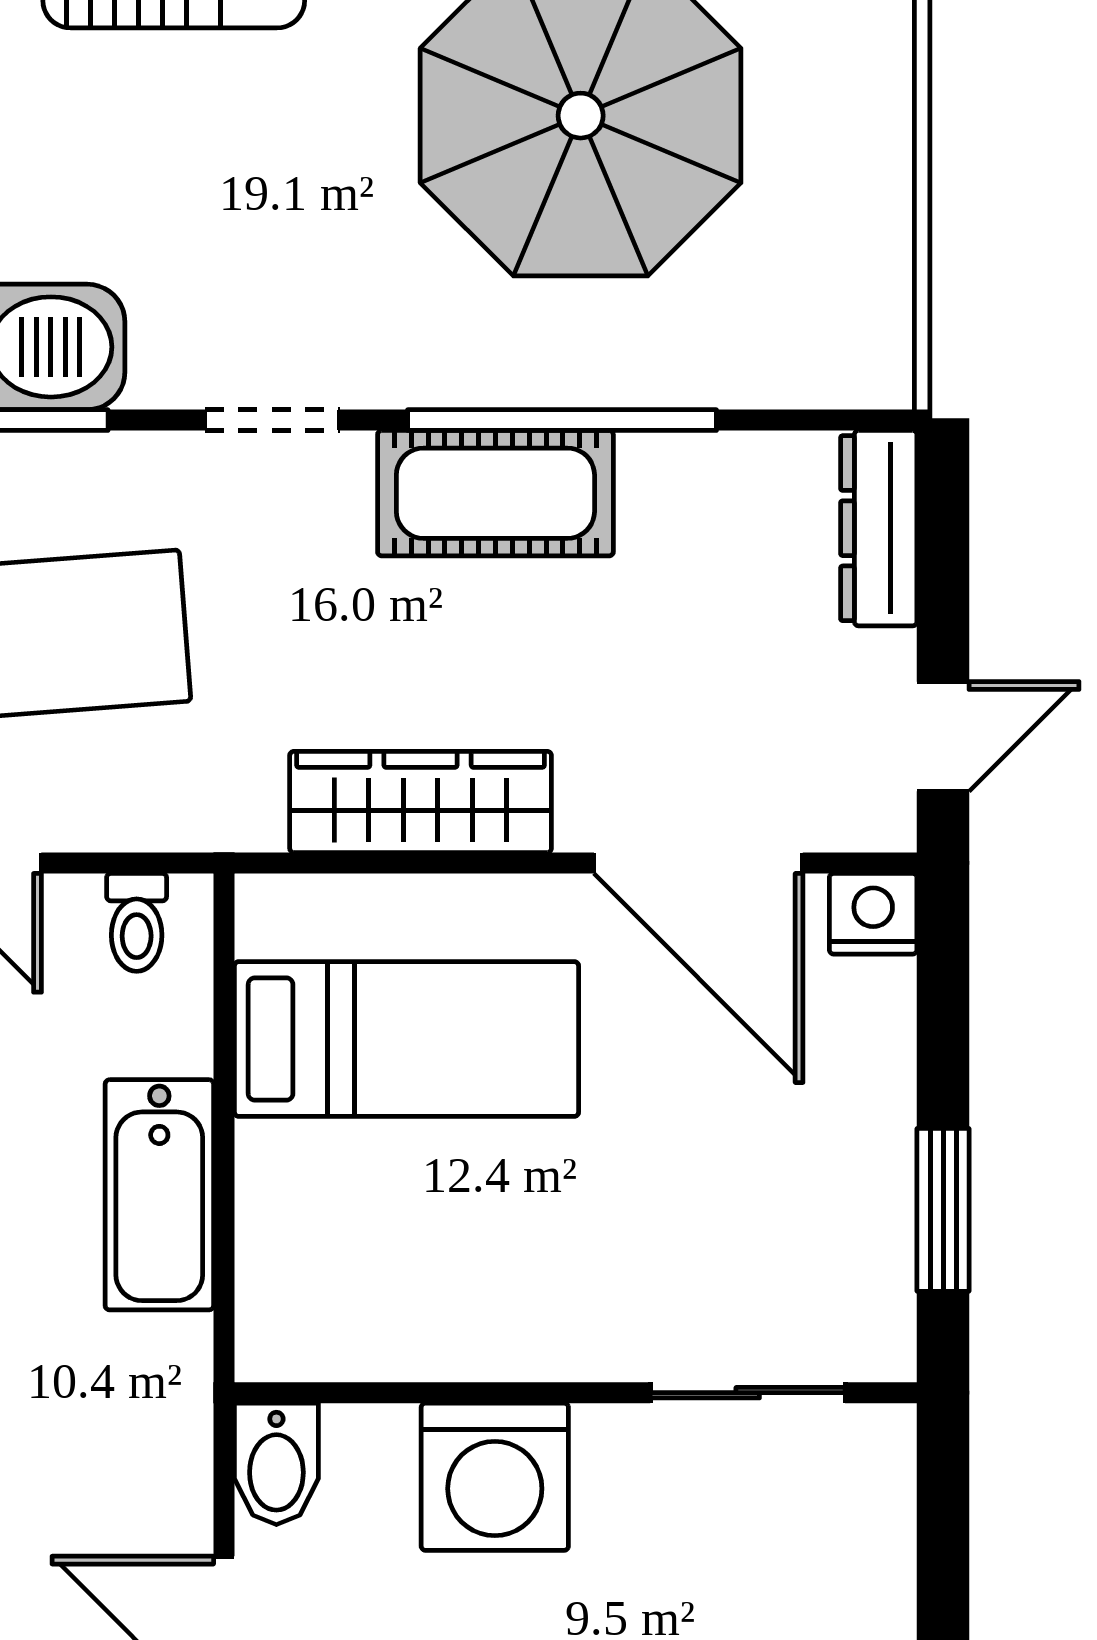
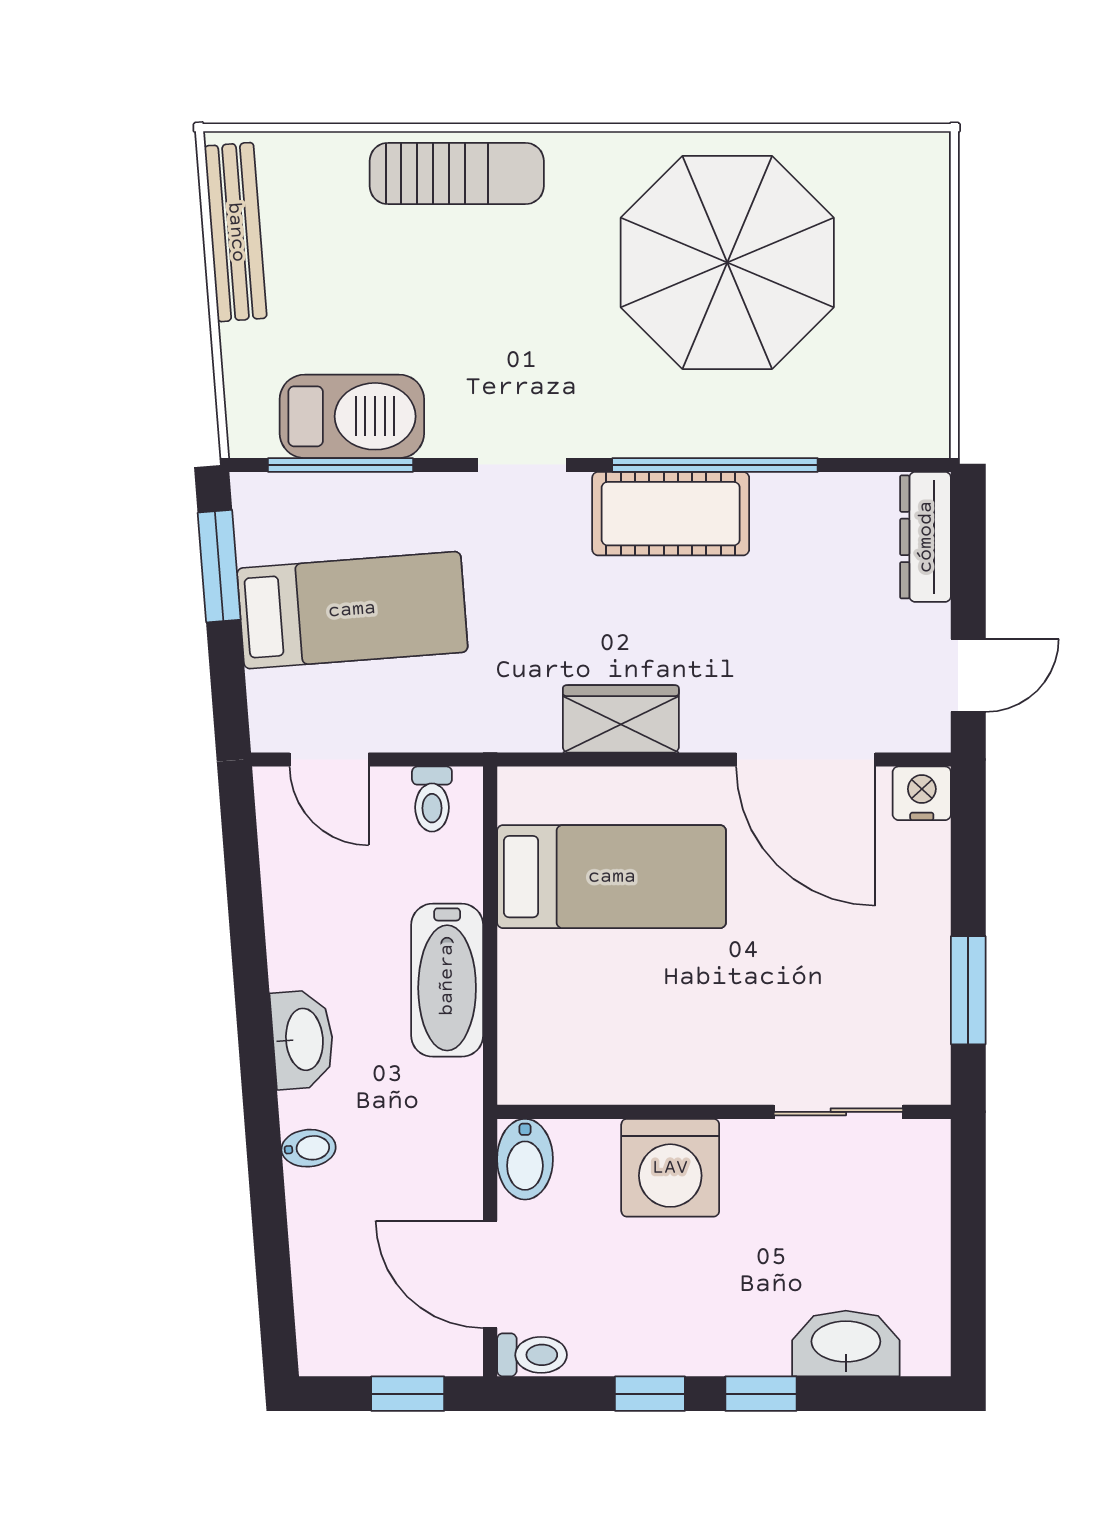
wardrobe: (421, 802) -> (621, 719), width x0.67

